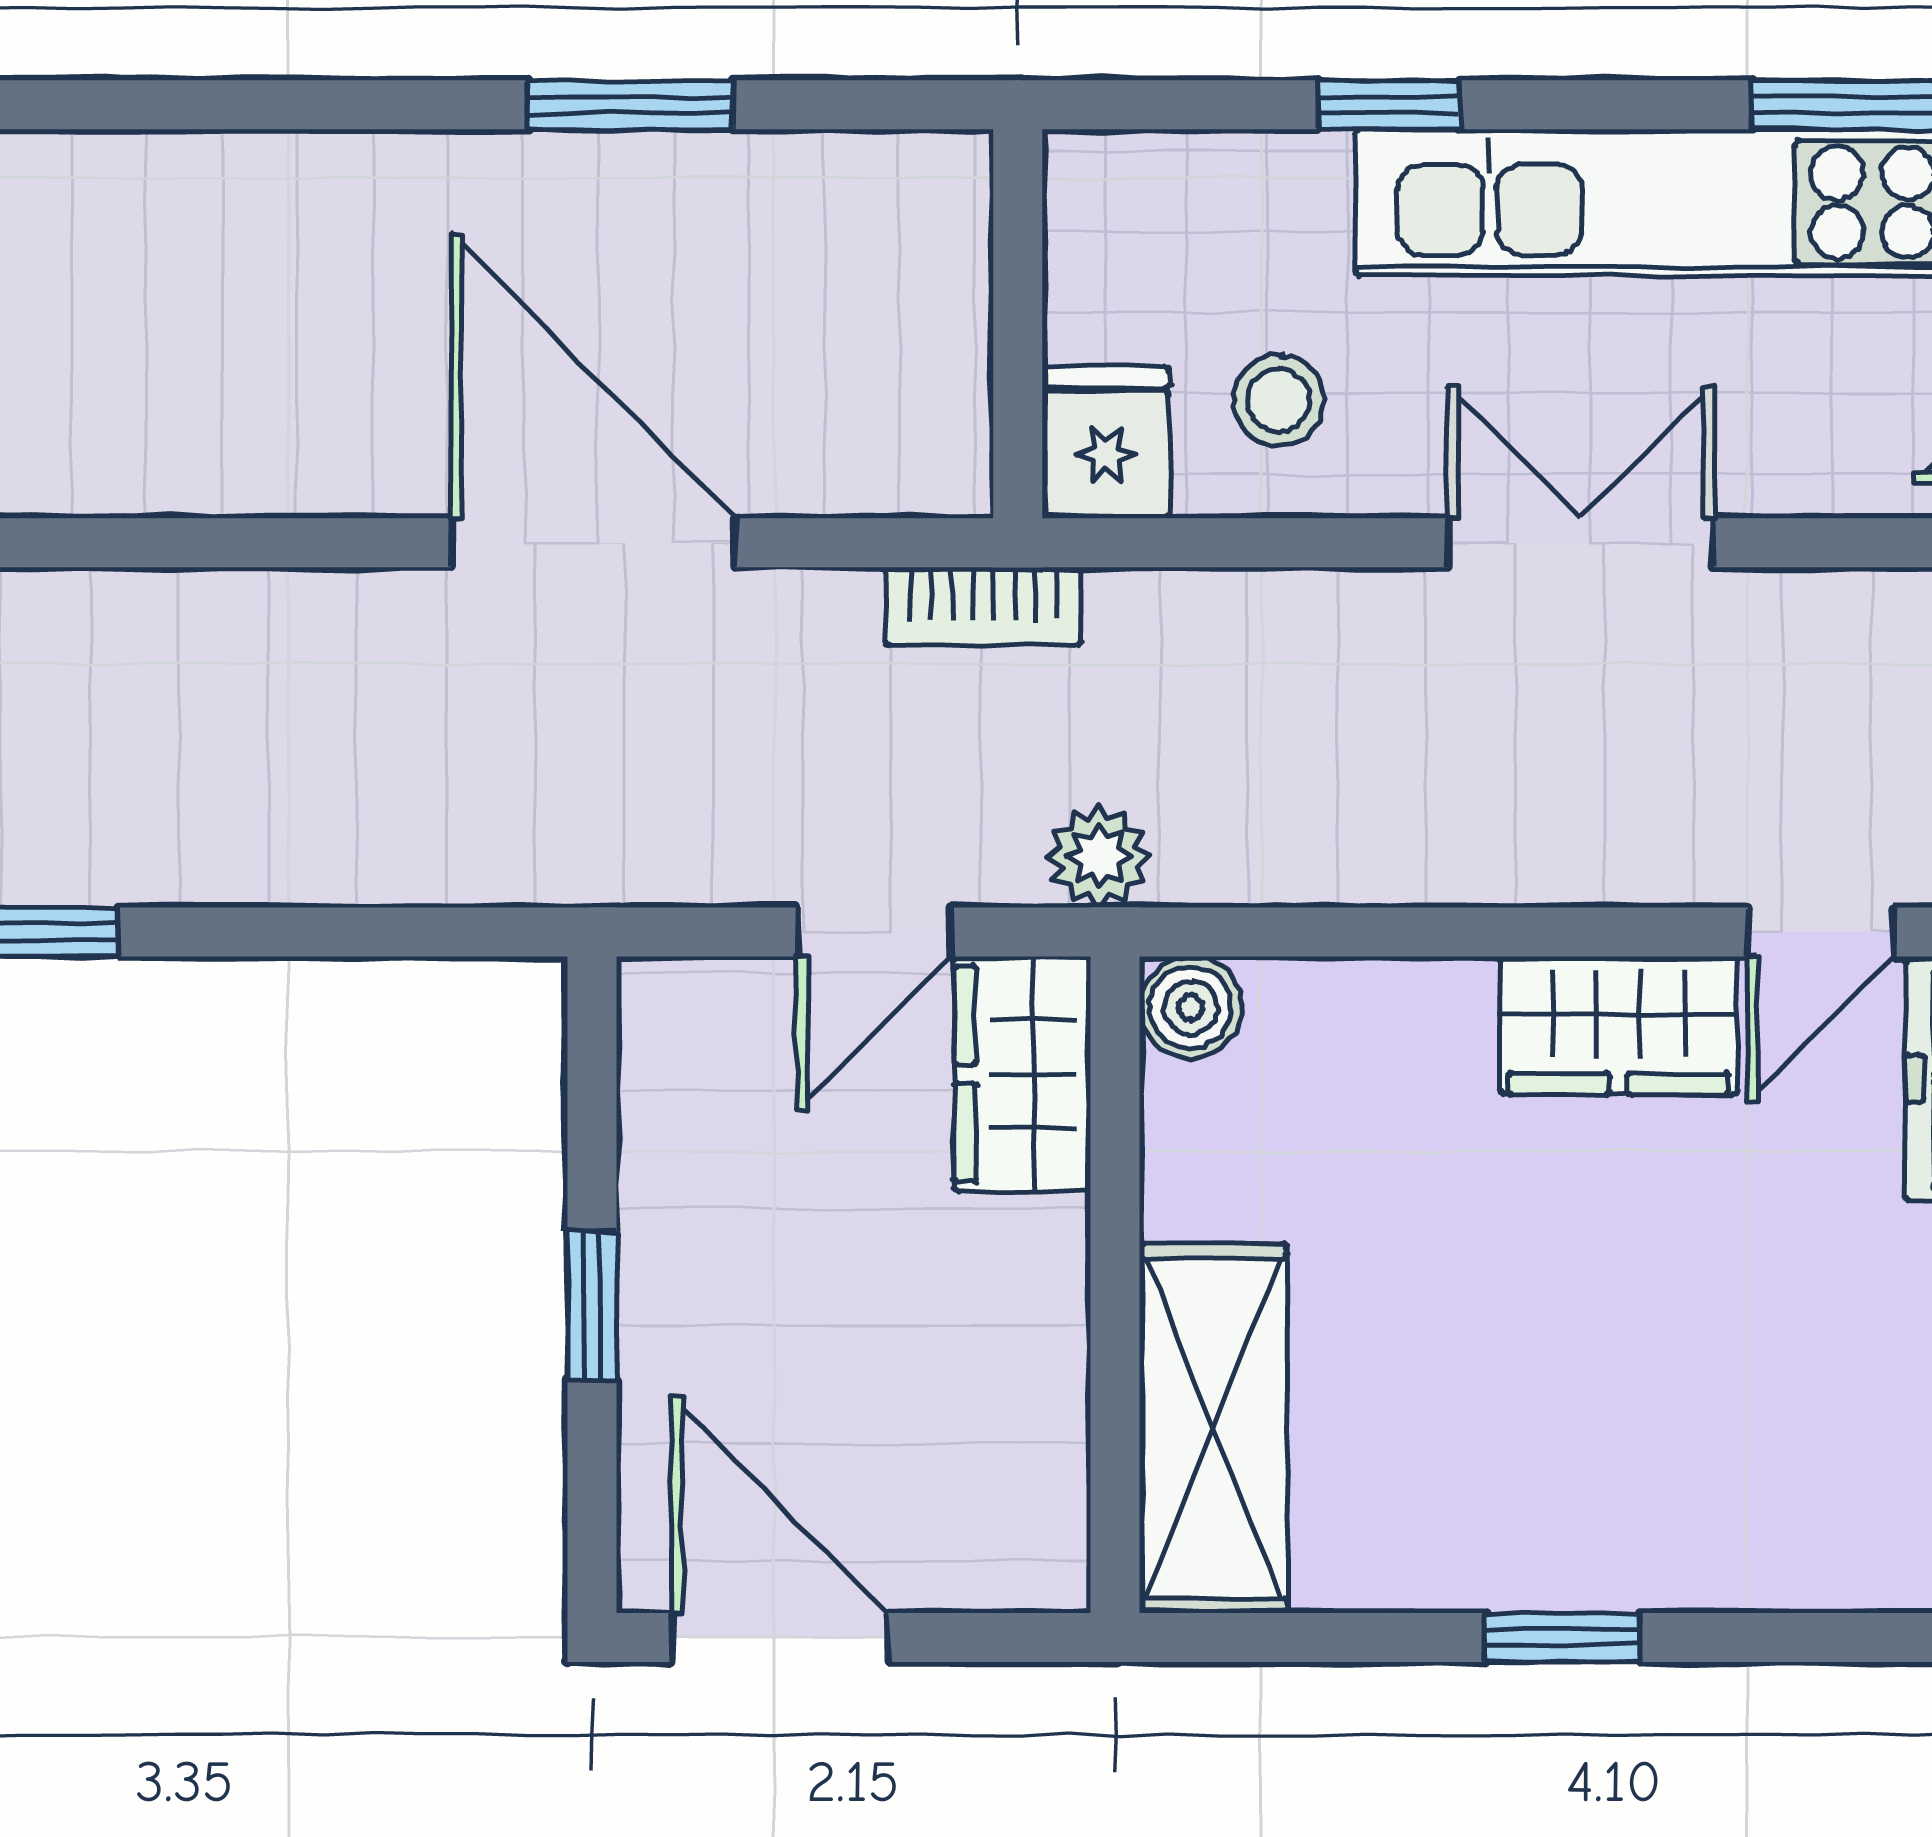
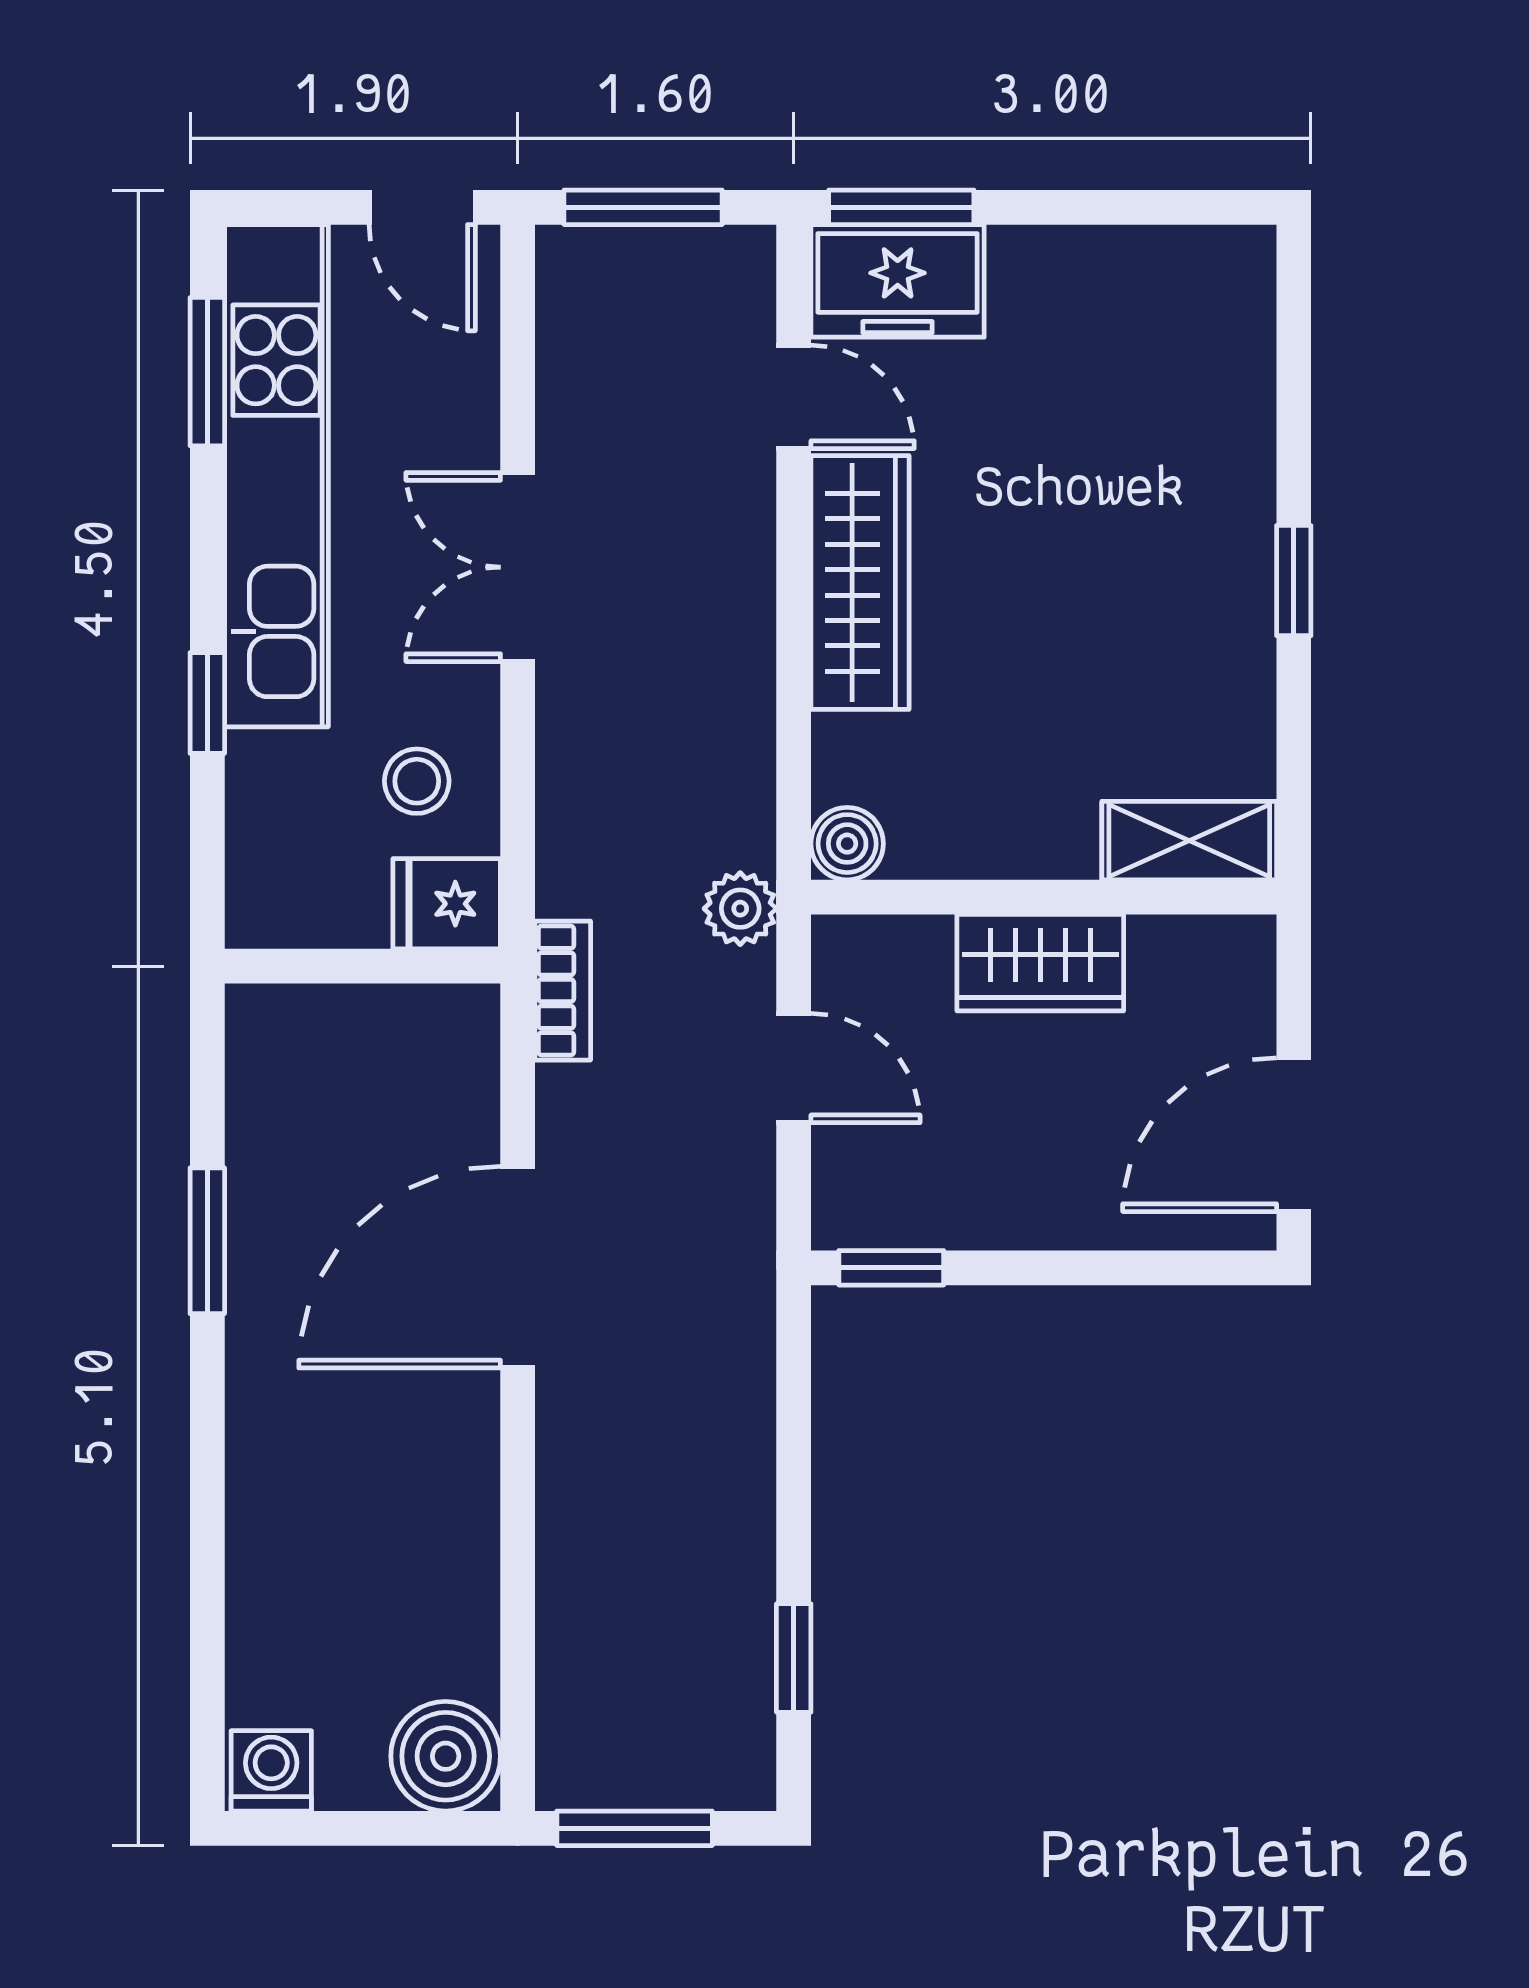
wardrobe: (1619, 1026) -> (860, 582), width x1.50
wardrobe: (1023, 1074) -> (1040, 963), moved
window: (592, 1306) -> (891, 1268), moved
shelving: (1213, 1428) -> (1189, 841), width x0.67, depth x0.75

